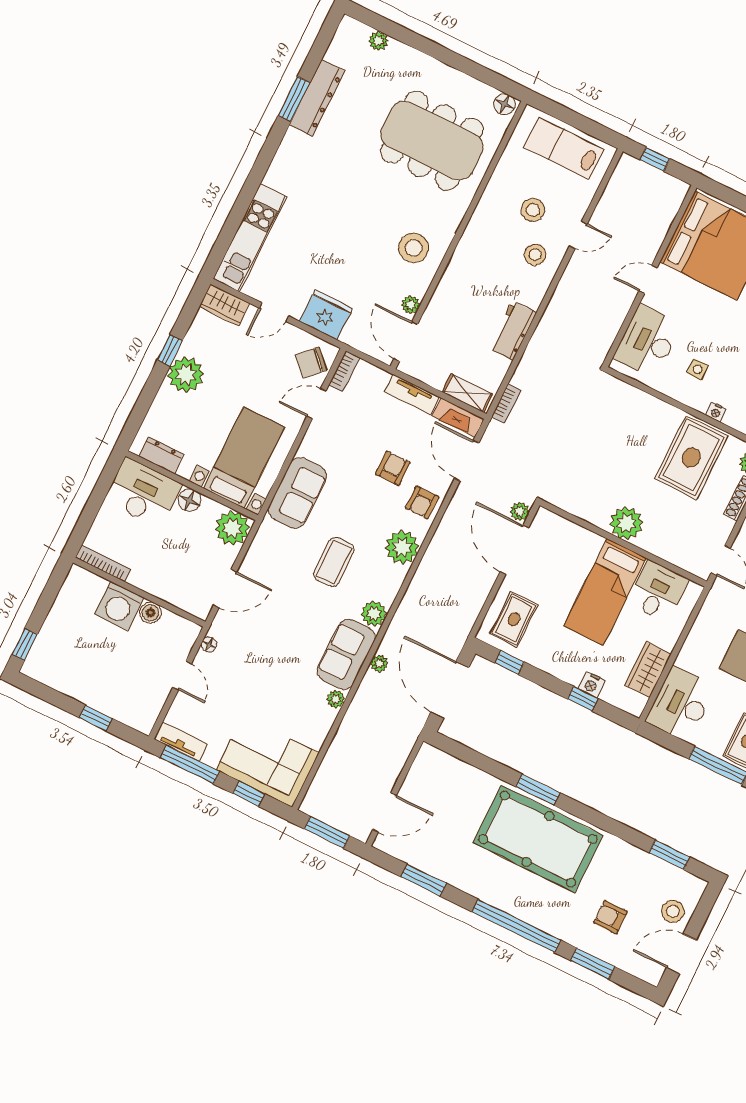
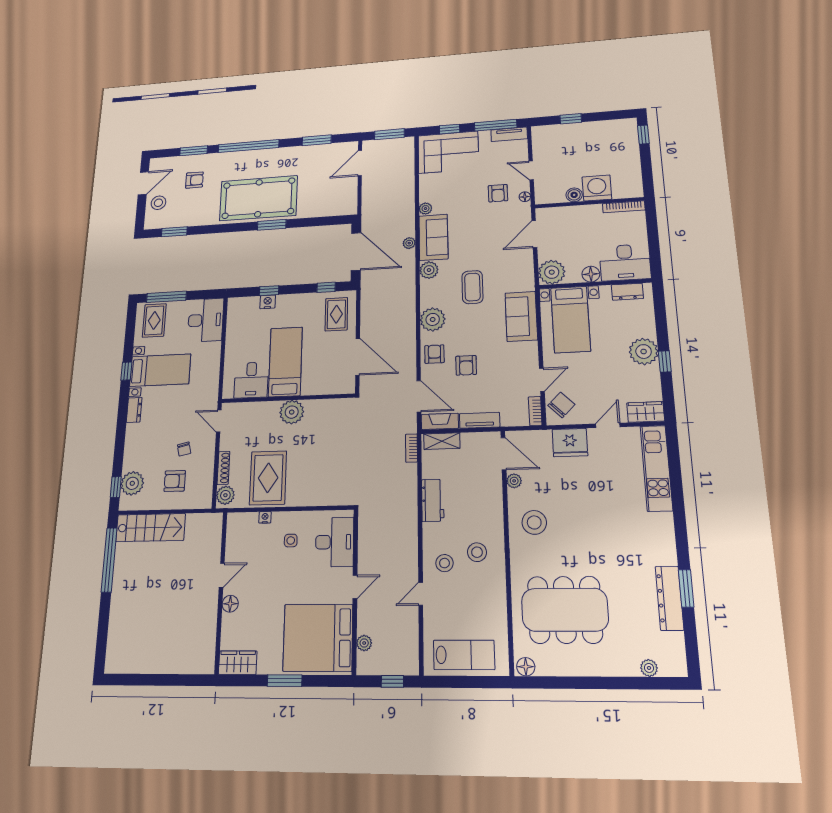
stool: (533, 210) -> (477, 552), moved
plant: (520, 511) -> (364, 643), moved
armchair: (238, 668) -> (498, 193), added
wardrobe: (648, 669) -> (236, 329), removed

